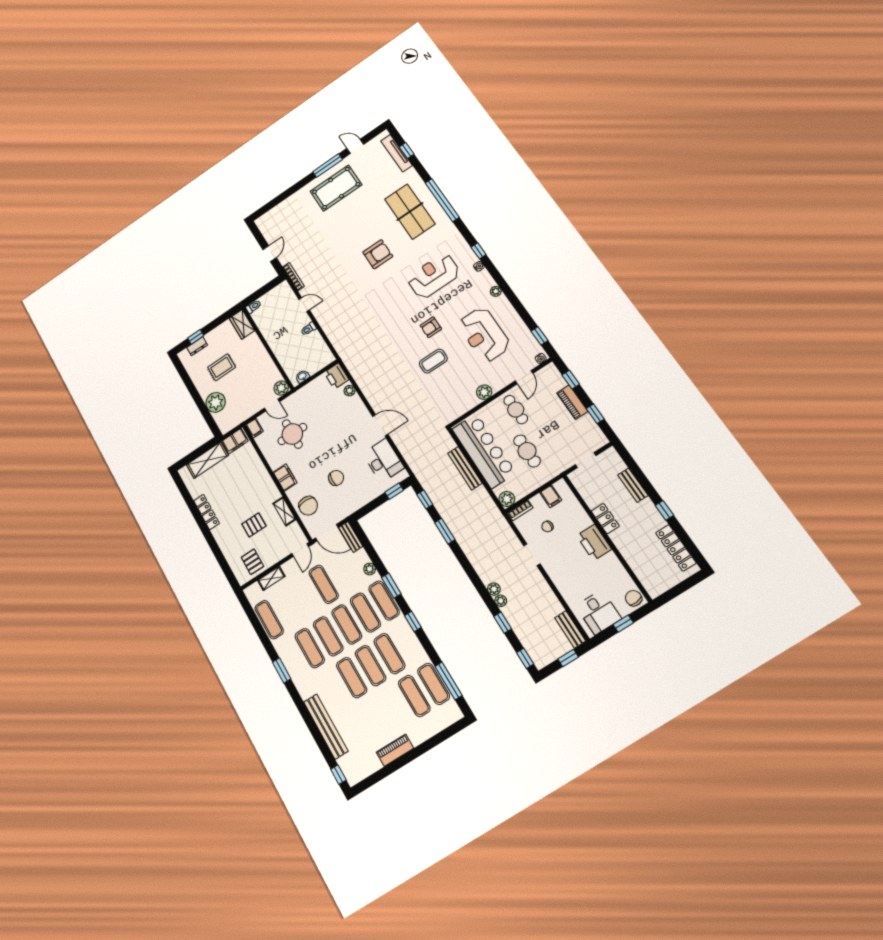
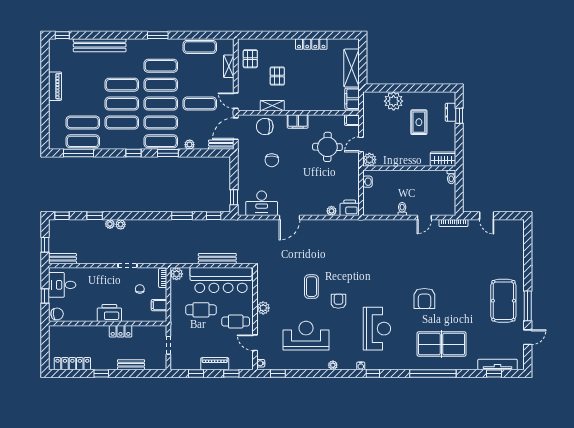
pallet: (252, 562) -> (250, 59), turned 90

